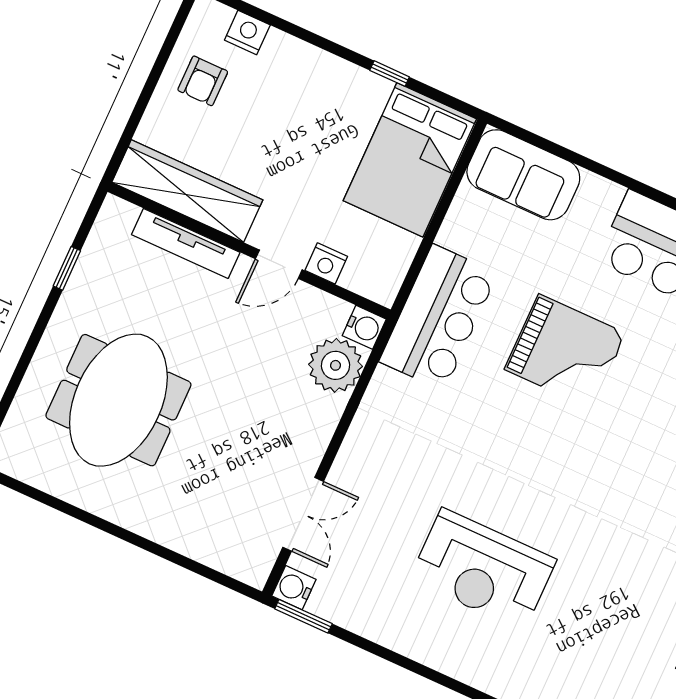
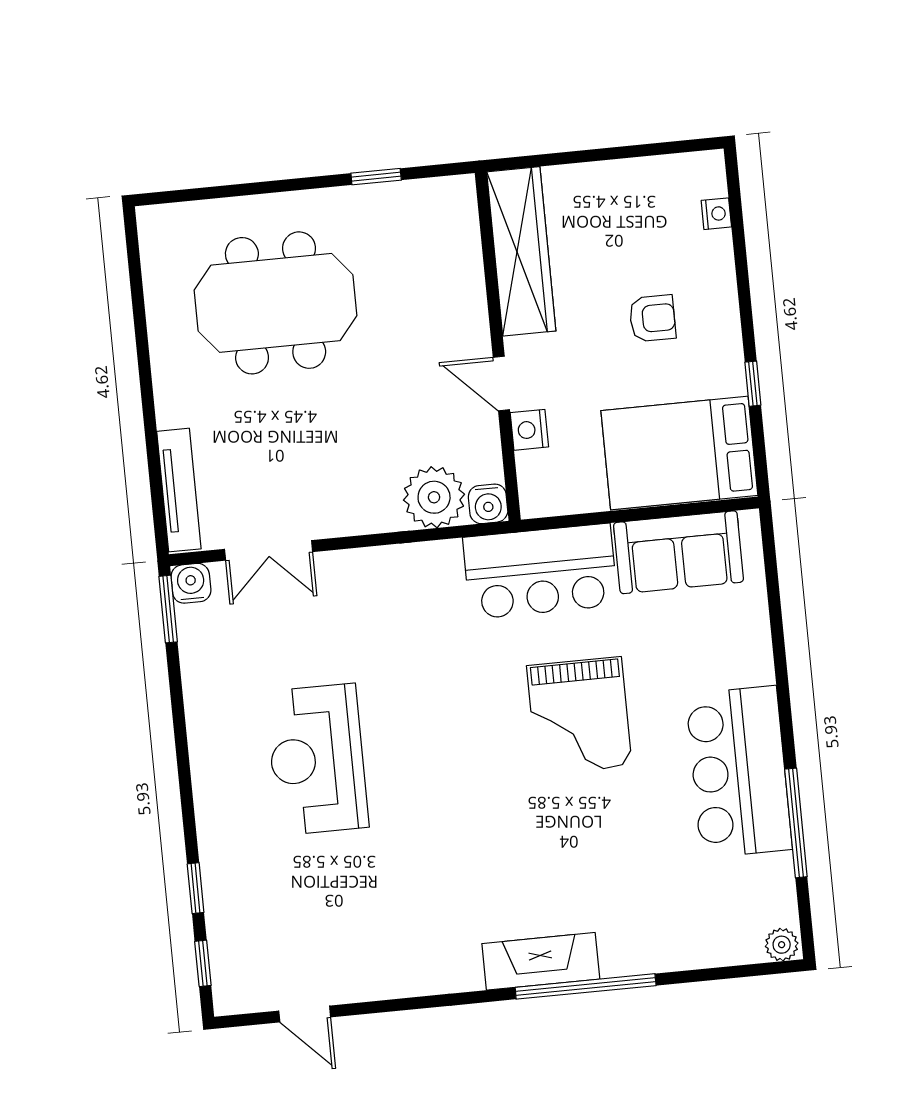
nightstand: (247, 32) -> (716, 214), width x0.72, depth x0.74
armchair: (203, 81) -> (652, 318), moved, turned 180
sofa: (523, 175) -> (679, 552), moved, turned -90
tv unit: (186, 243) -> (179, 490), moved, turned 180

